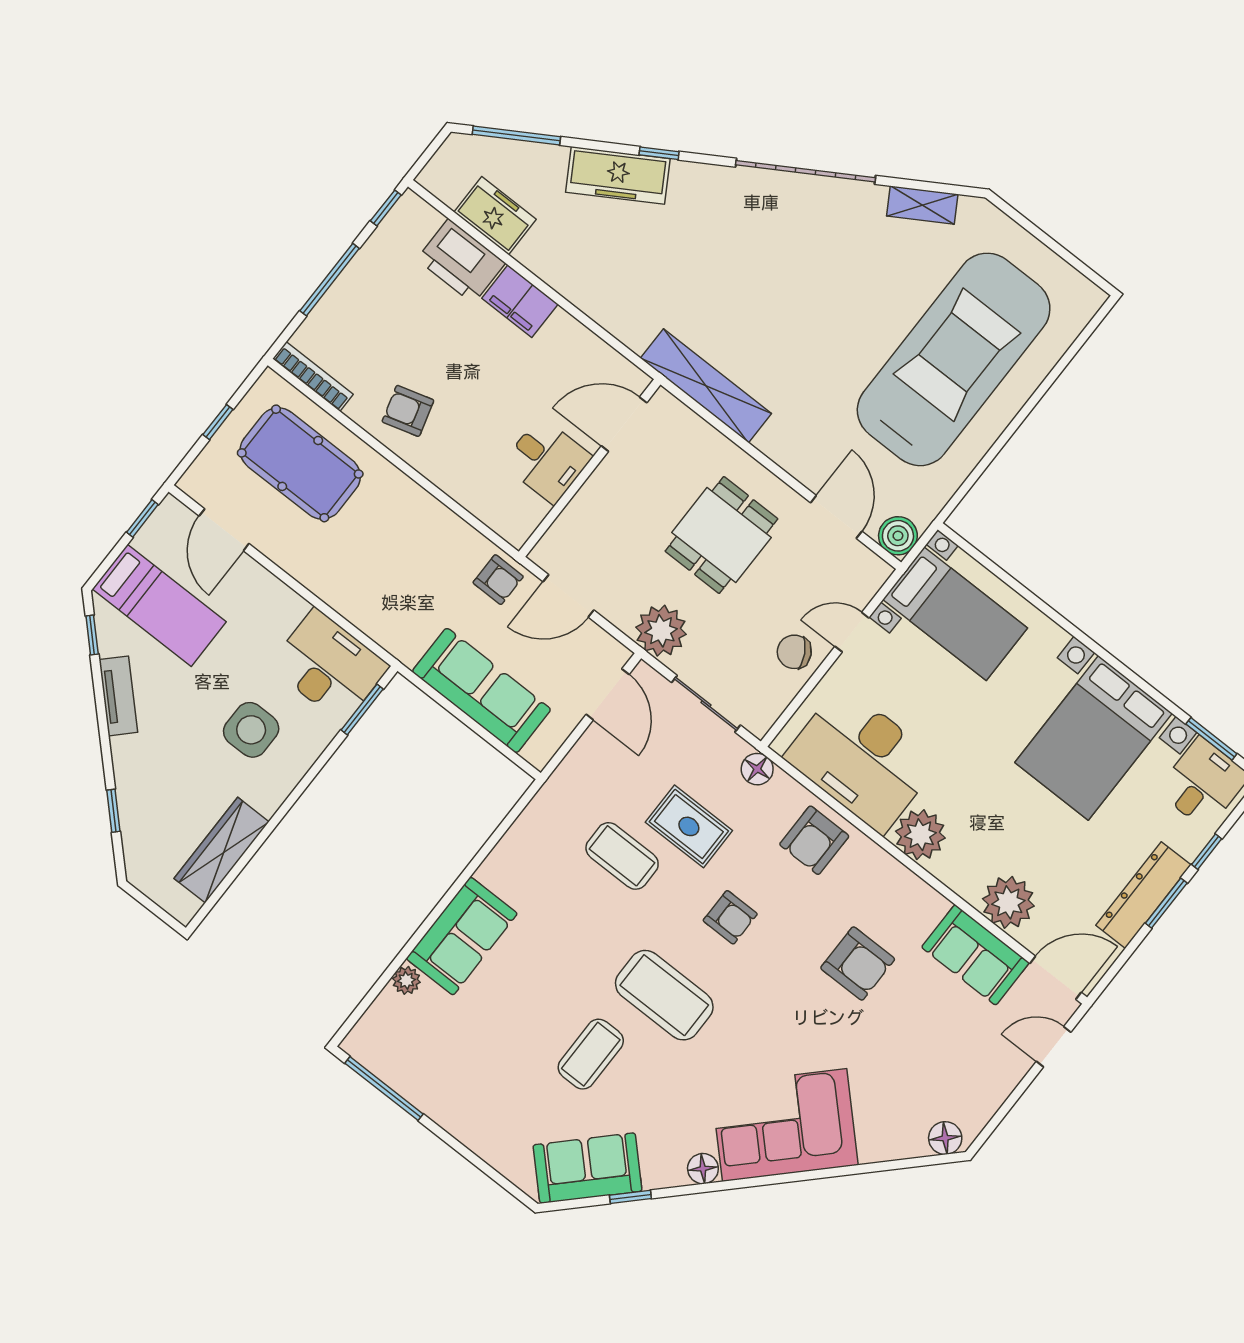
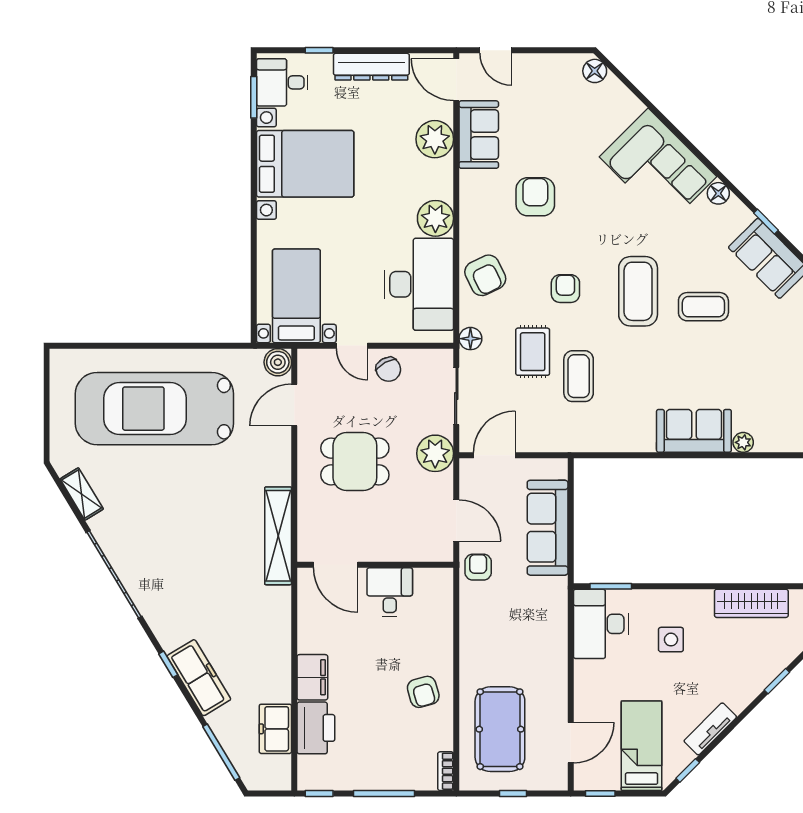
bookcase: (313, 377) -> (446, 771), width x0.64
side table: (251, 730) -> (671, 640), width x0.73, depth x0.73
armchair: (814, 840) -> (485, 275), turned 64
window: (1166, 903) -> (366, 50), removed

